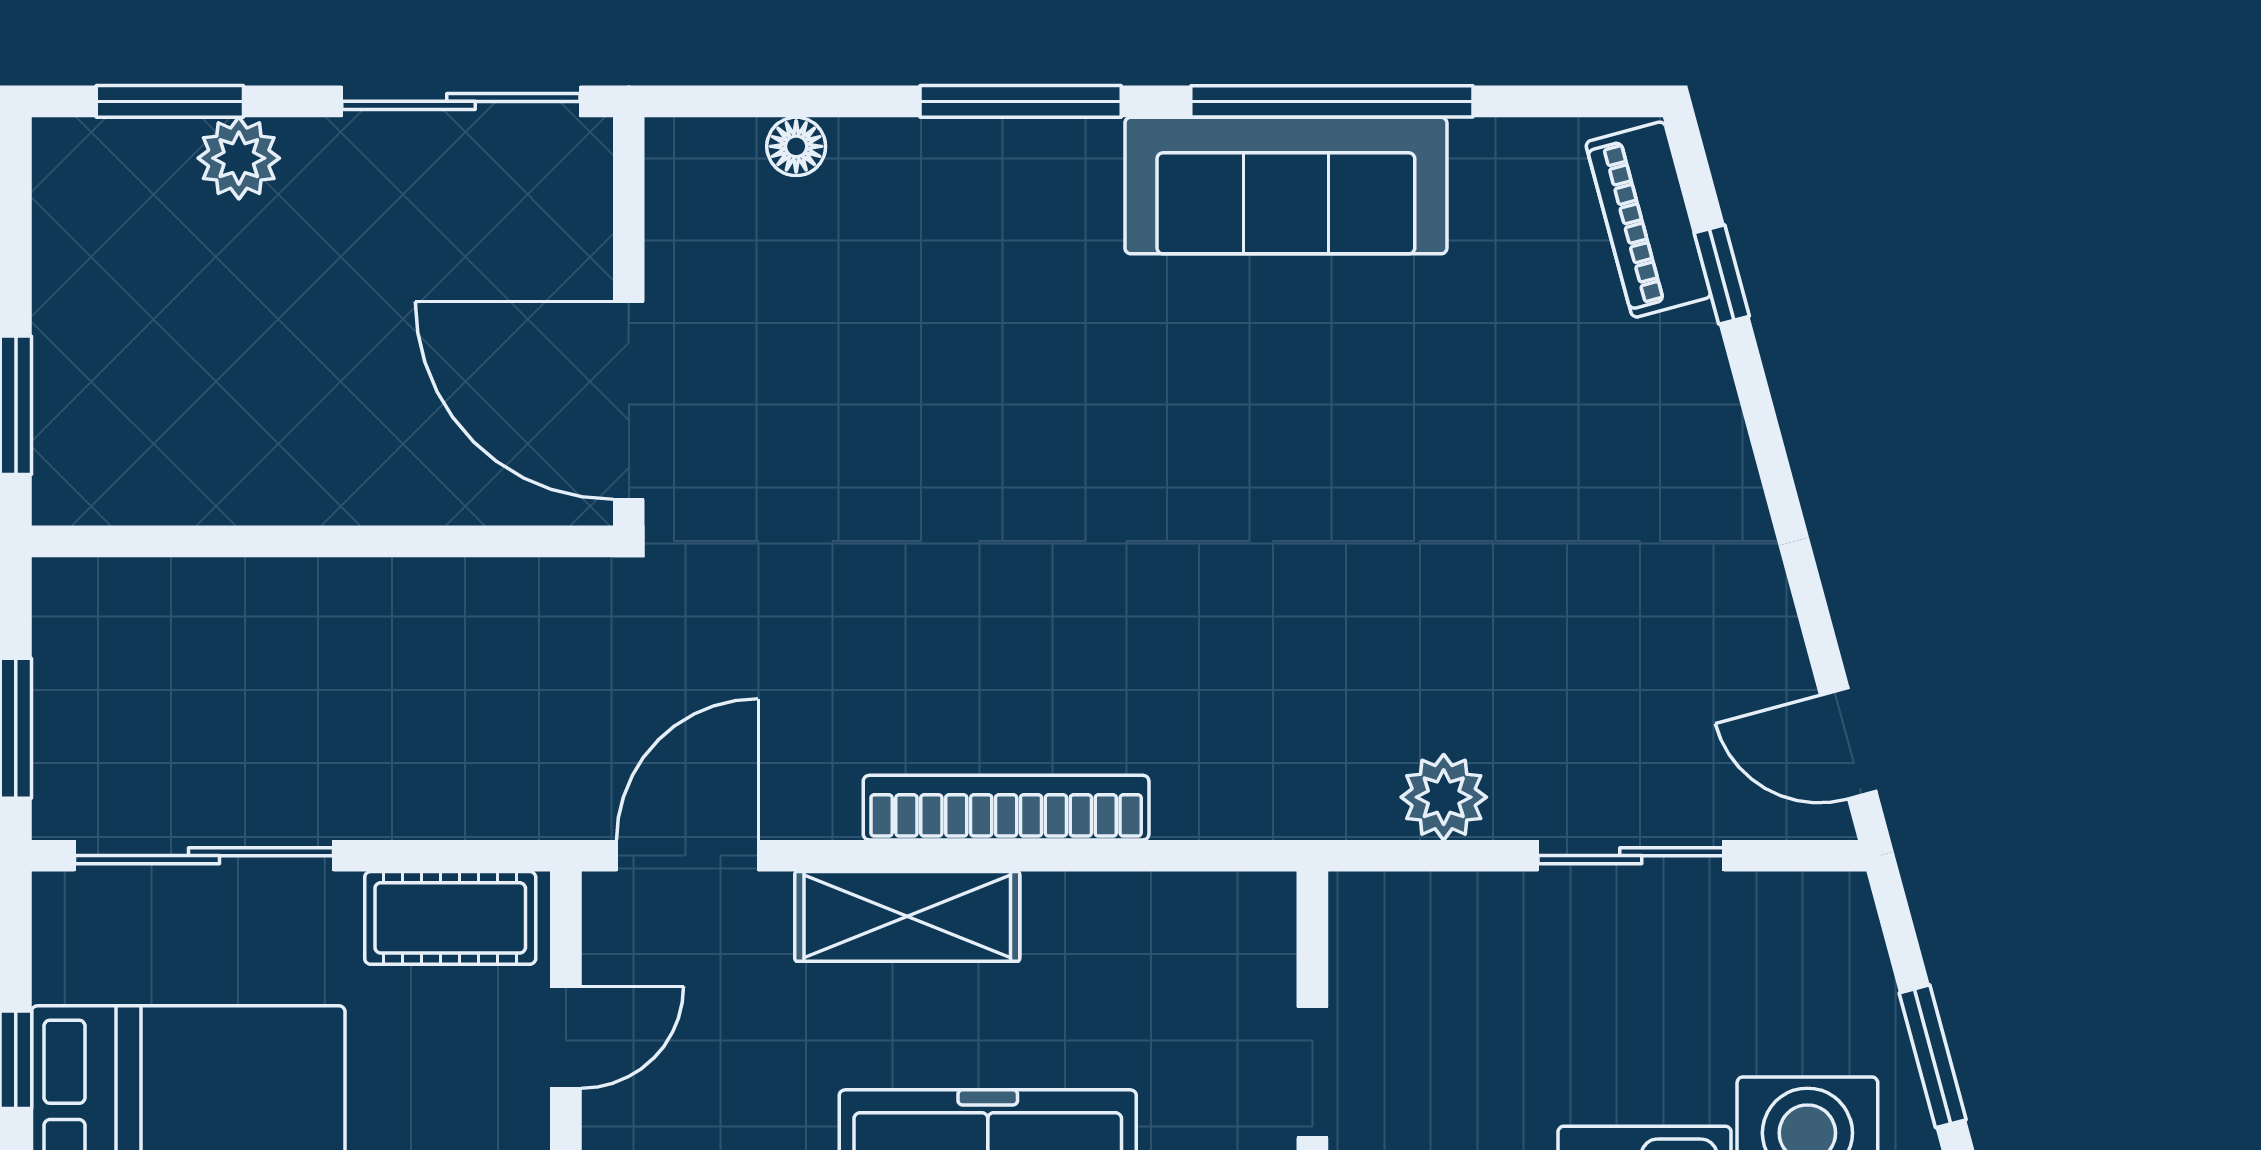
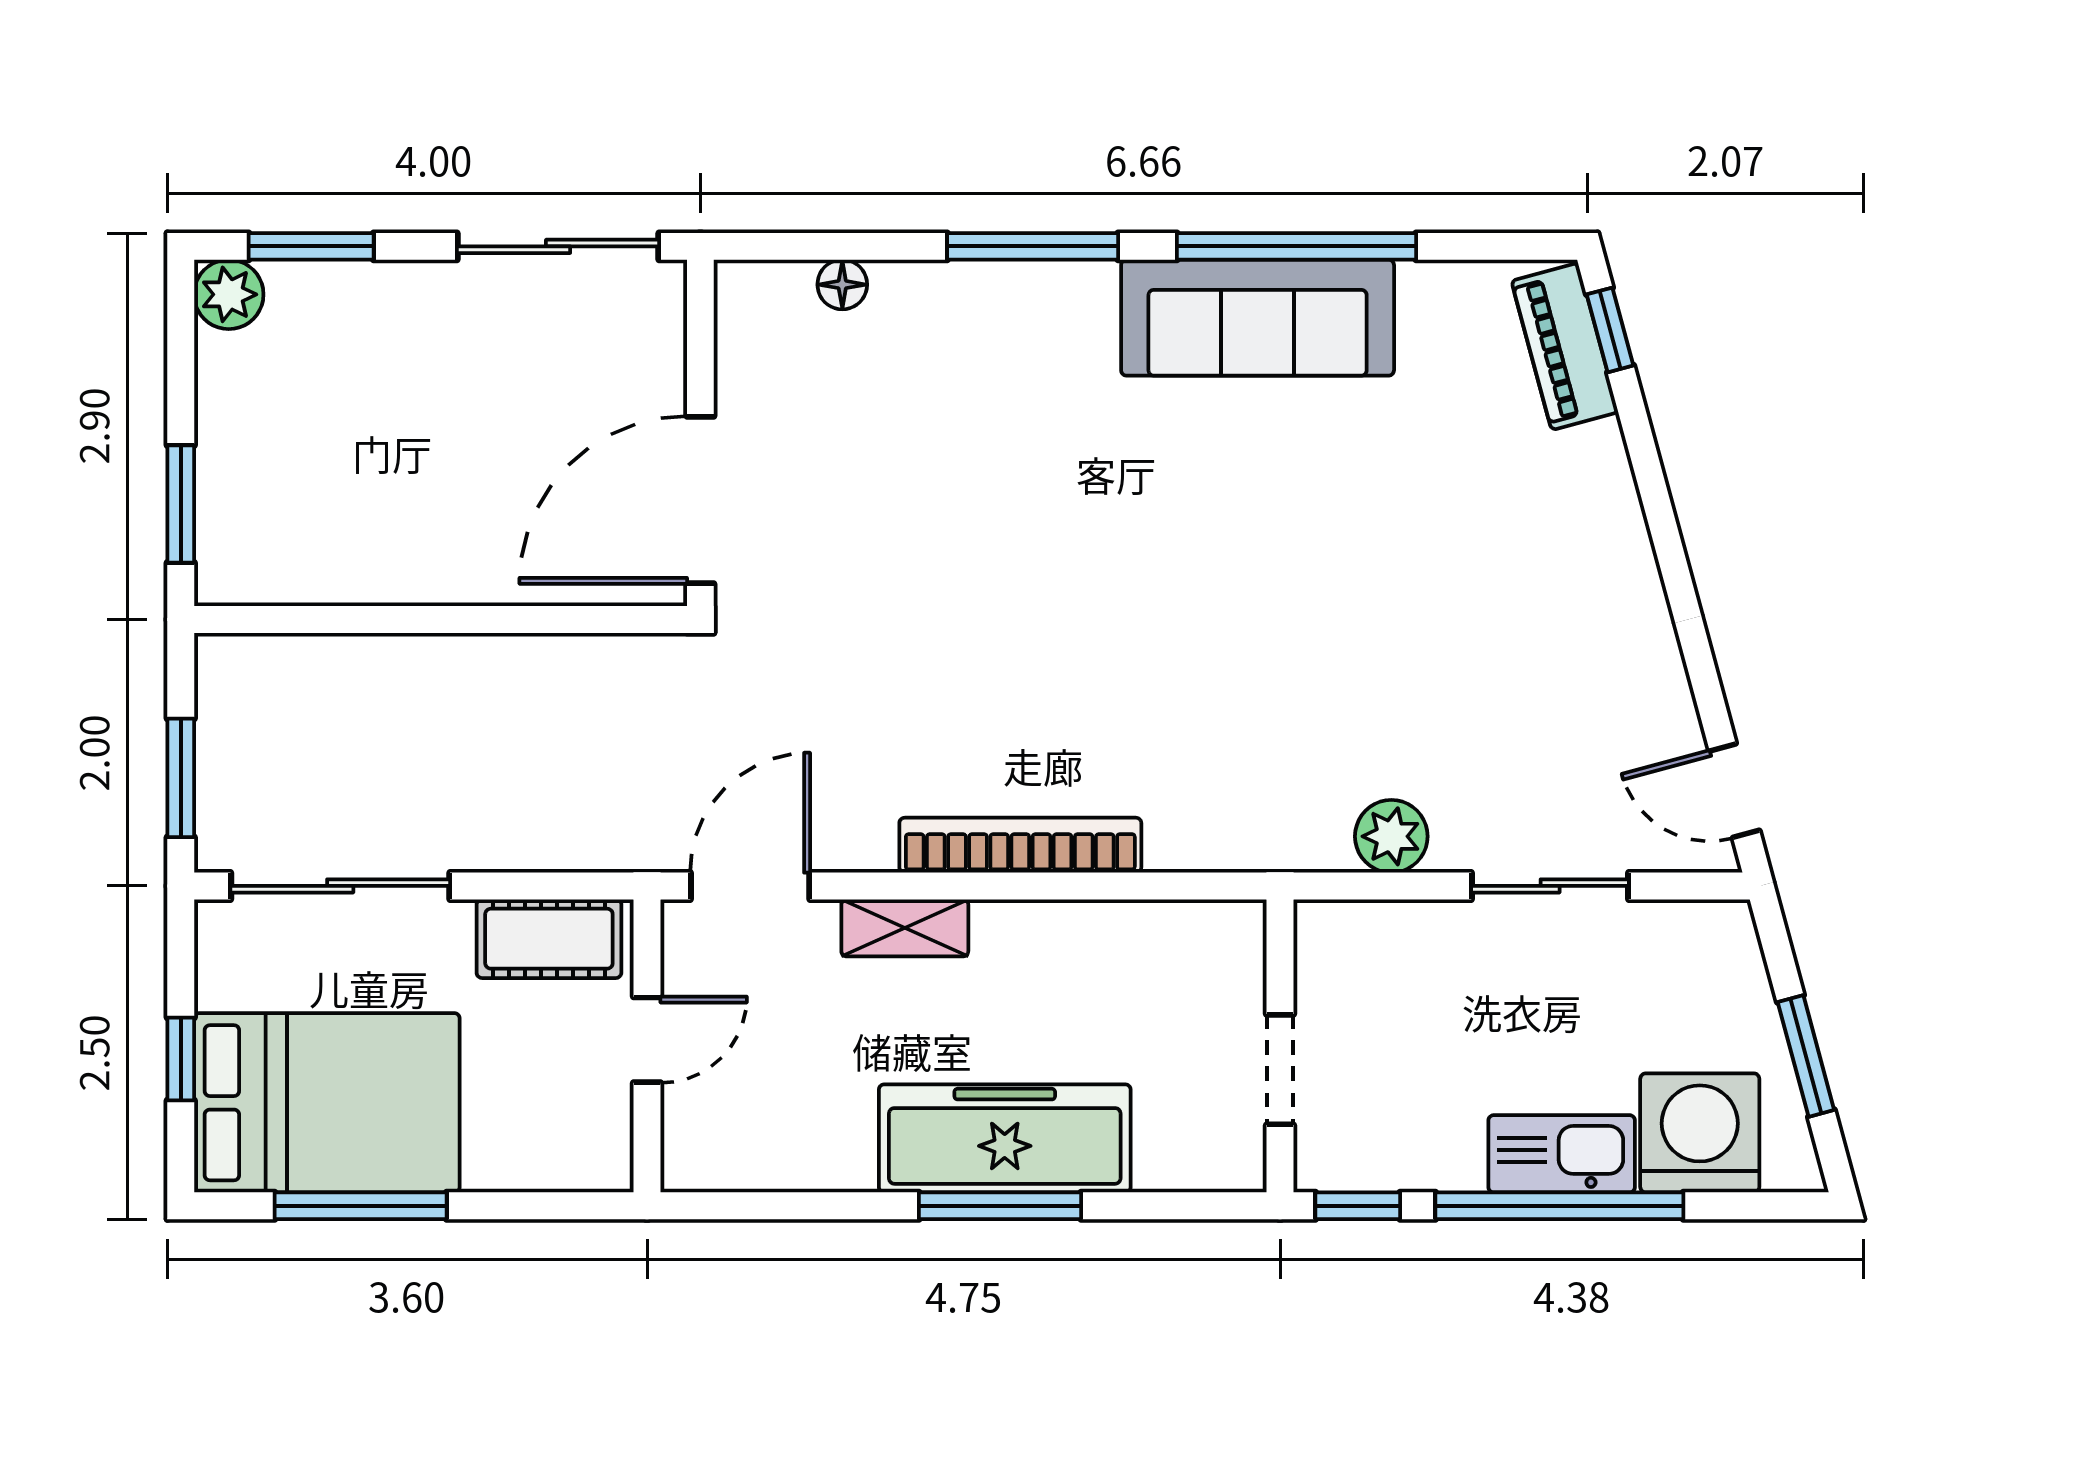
plant: (239, 158) -> (229, 294), moved
window: (1722, 275) -> (1610, 330), moved
door: (629, 401) -> (700, 500), hinge flipped
shelving: (907, 916) -> (905, 928), width x0.67, depth x0.75

